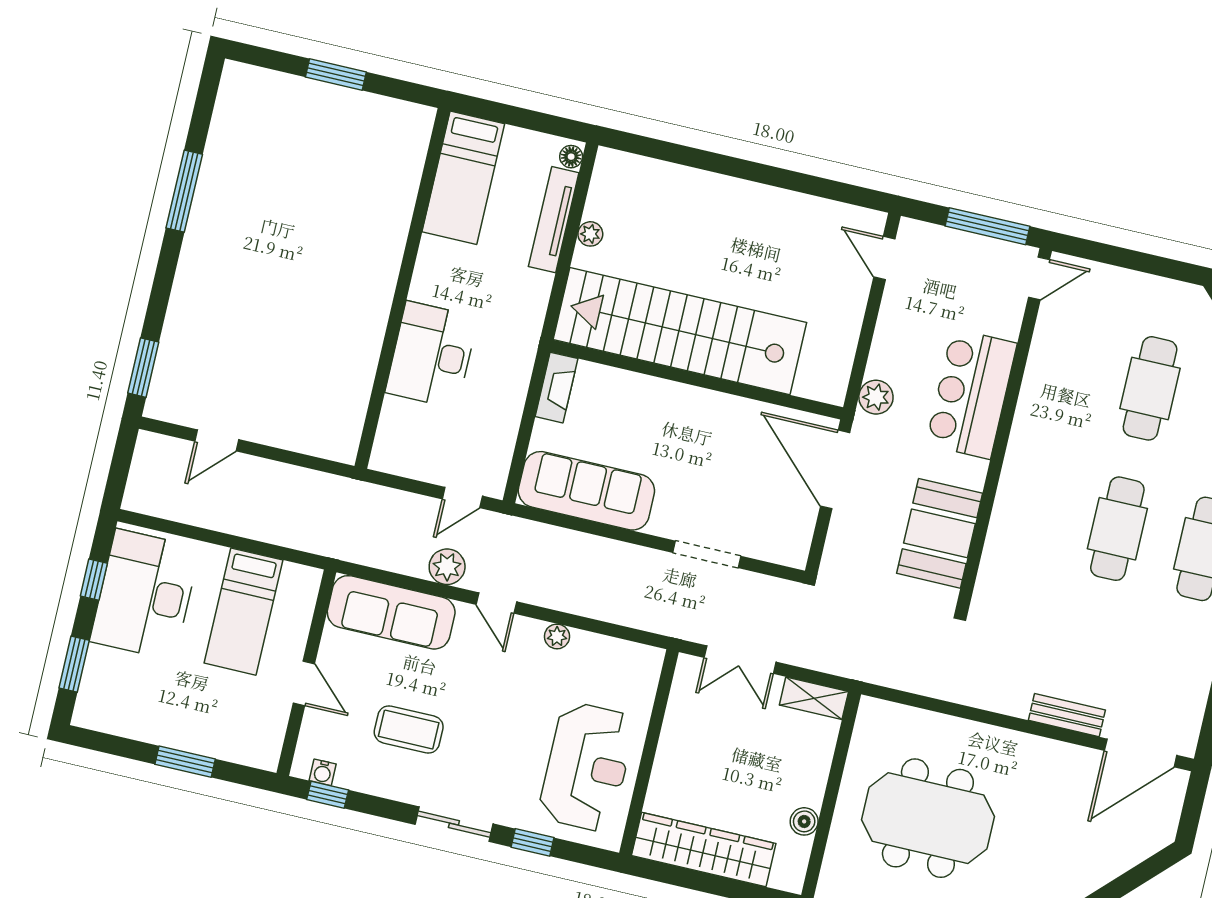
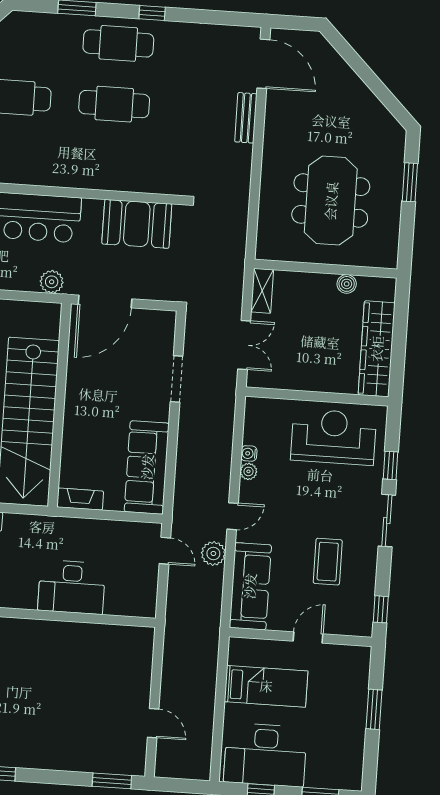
water cooler: (323, 772) -> (249, 453), moved, turned 180

